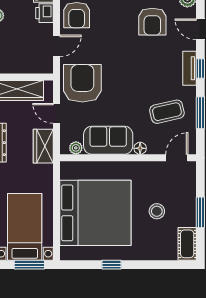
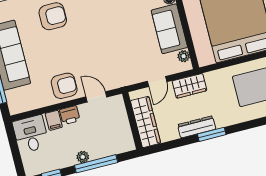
armchair: (82, 83) -> (124, 65), removed

